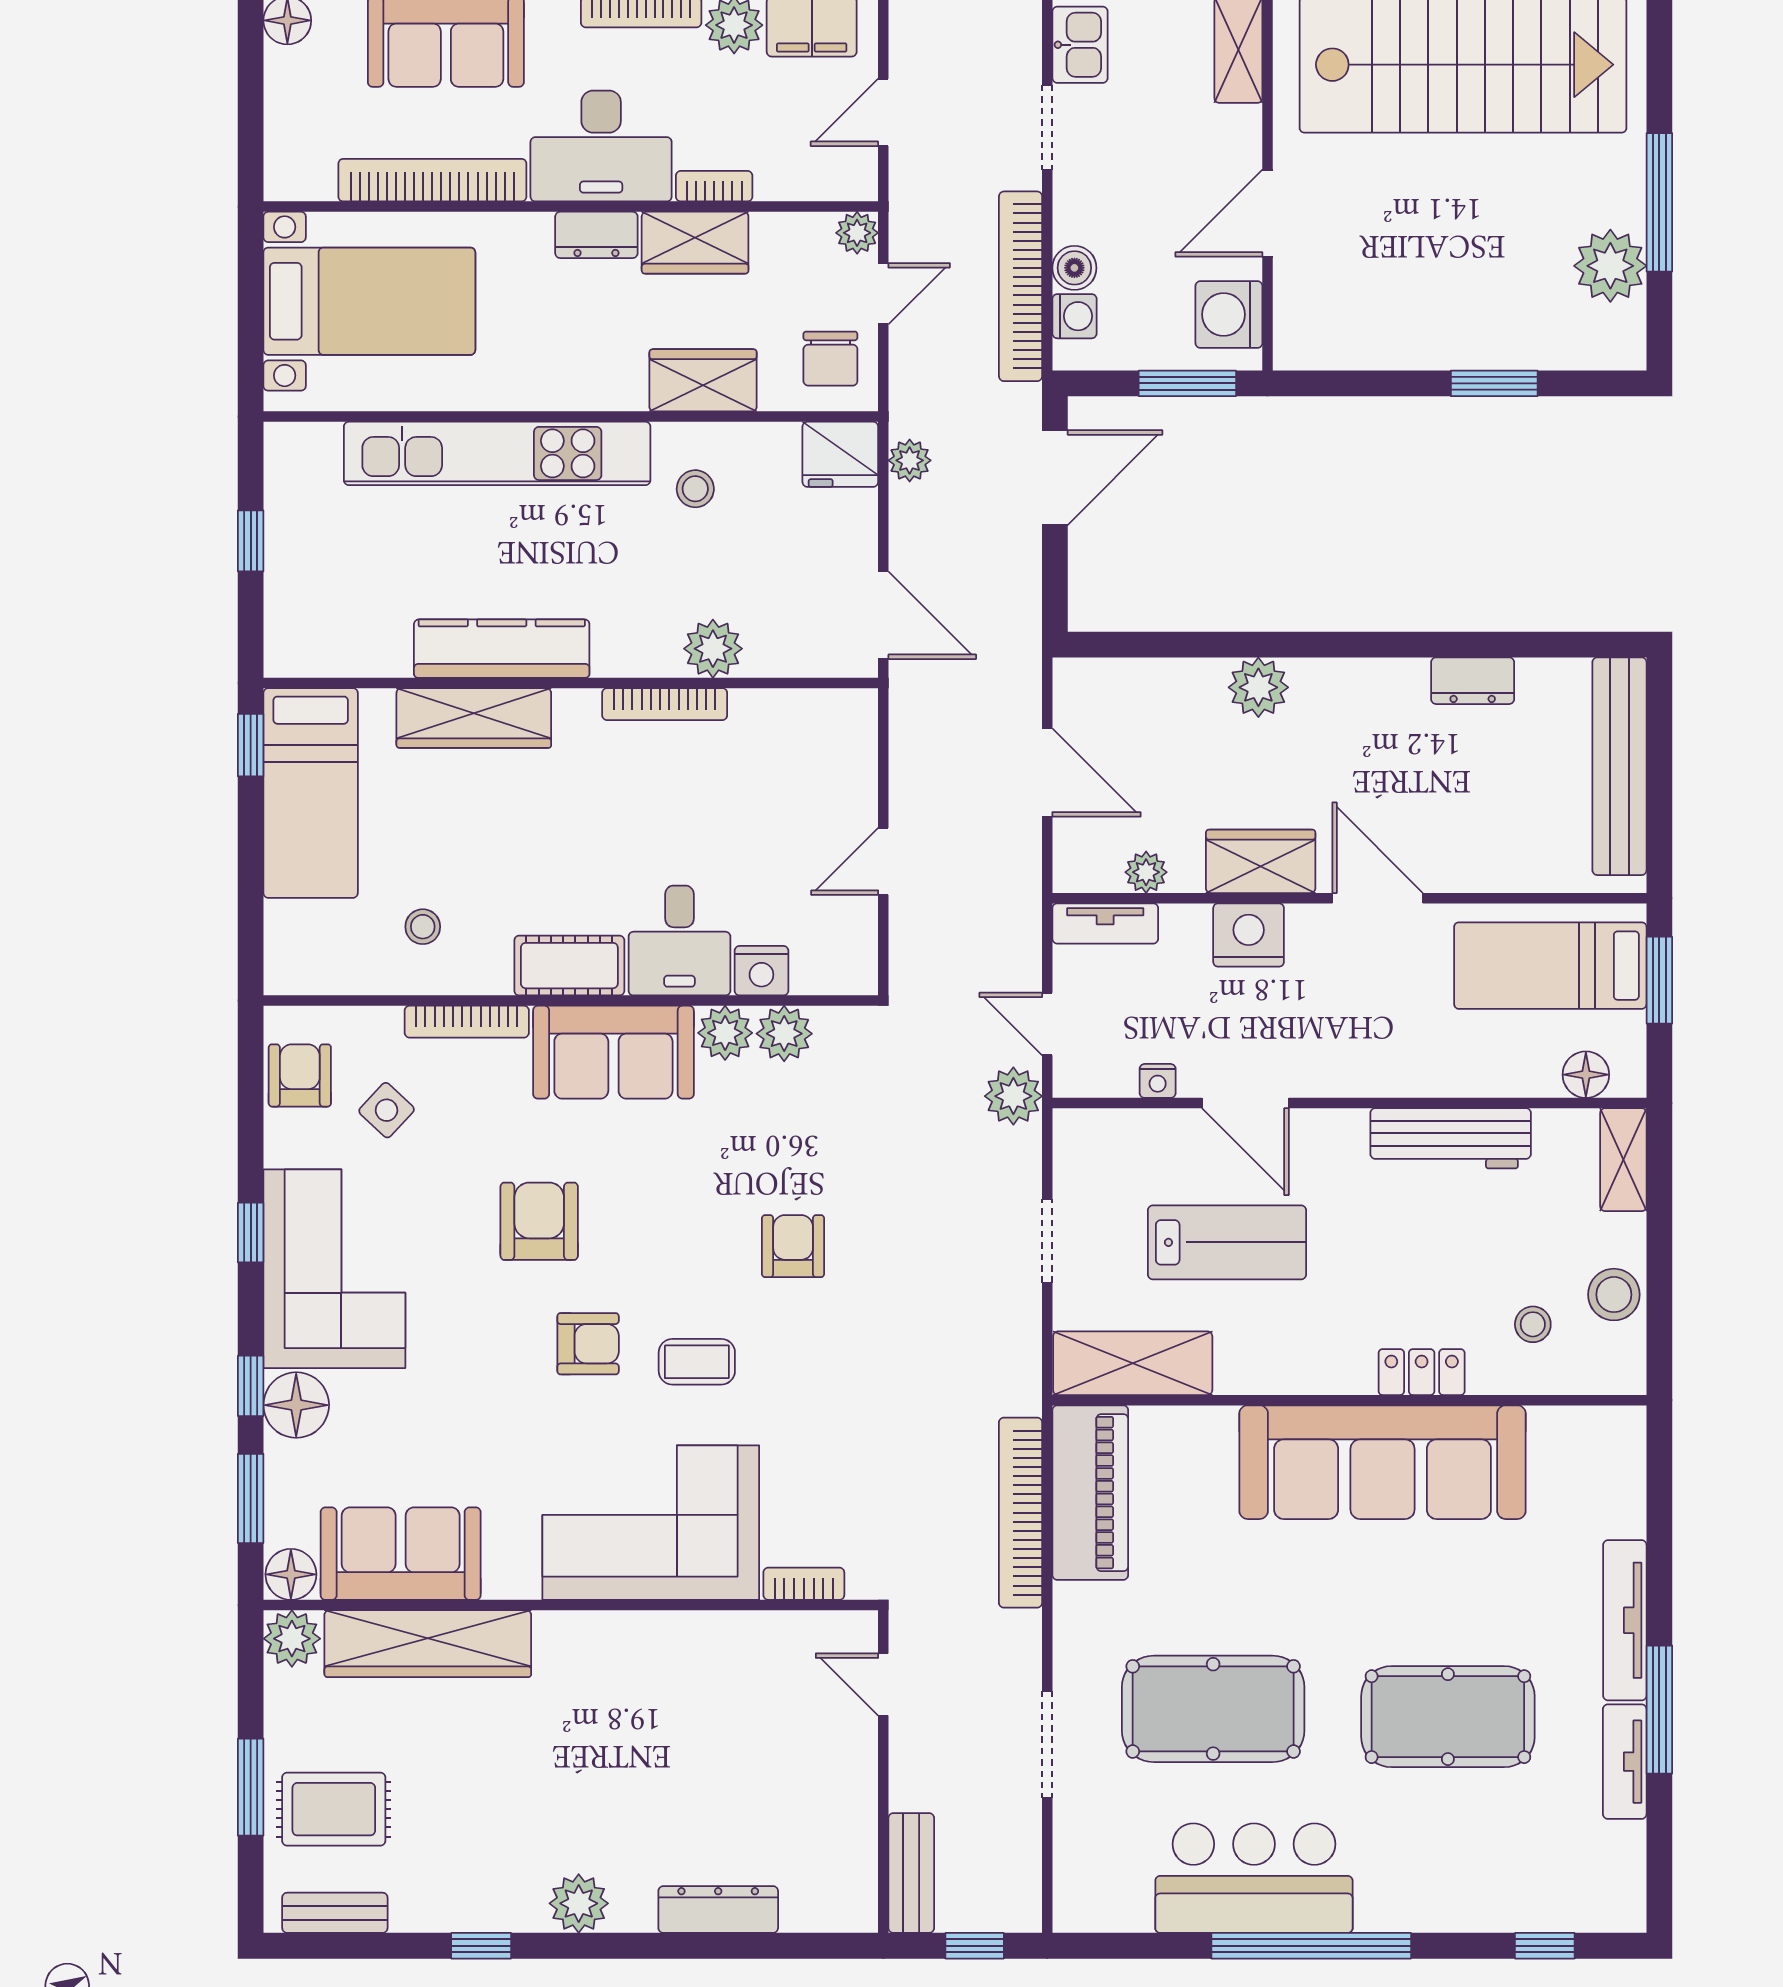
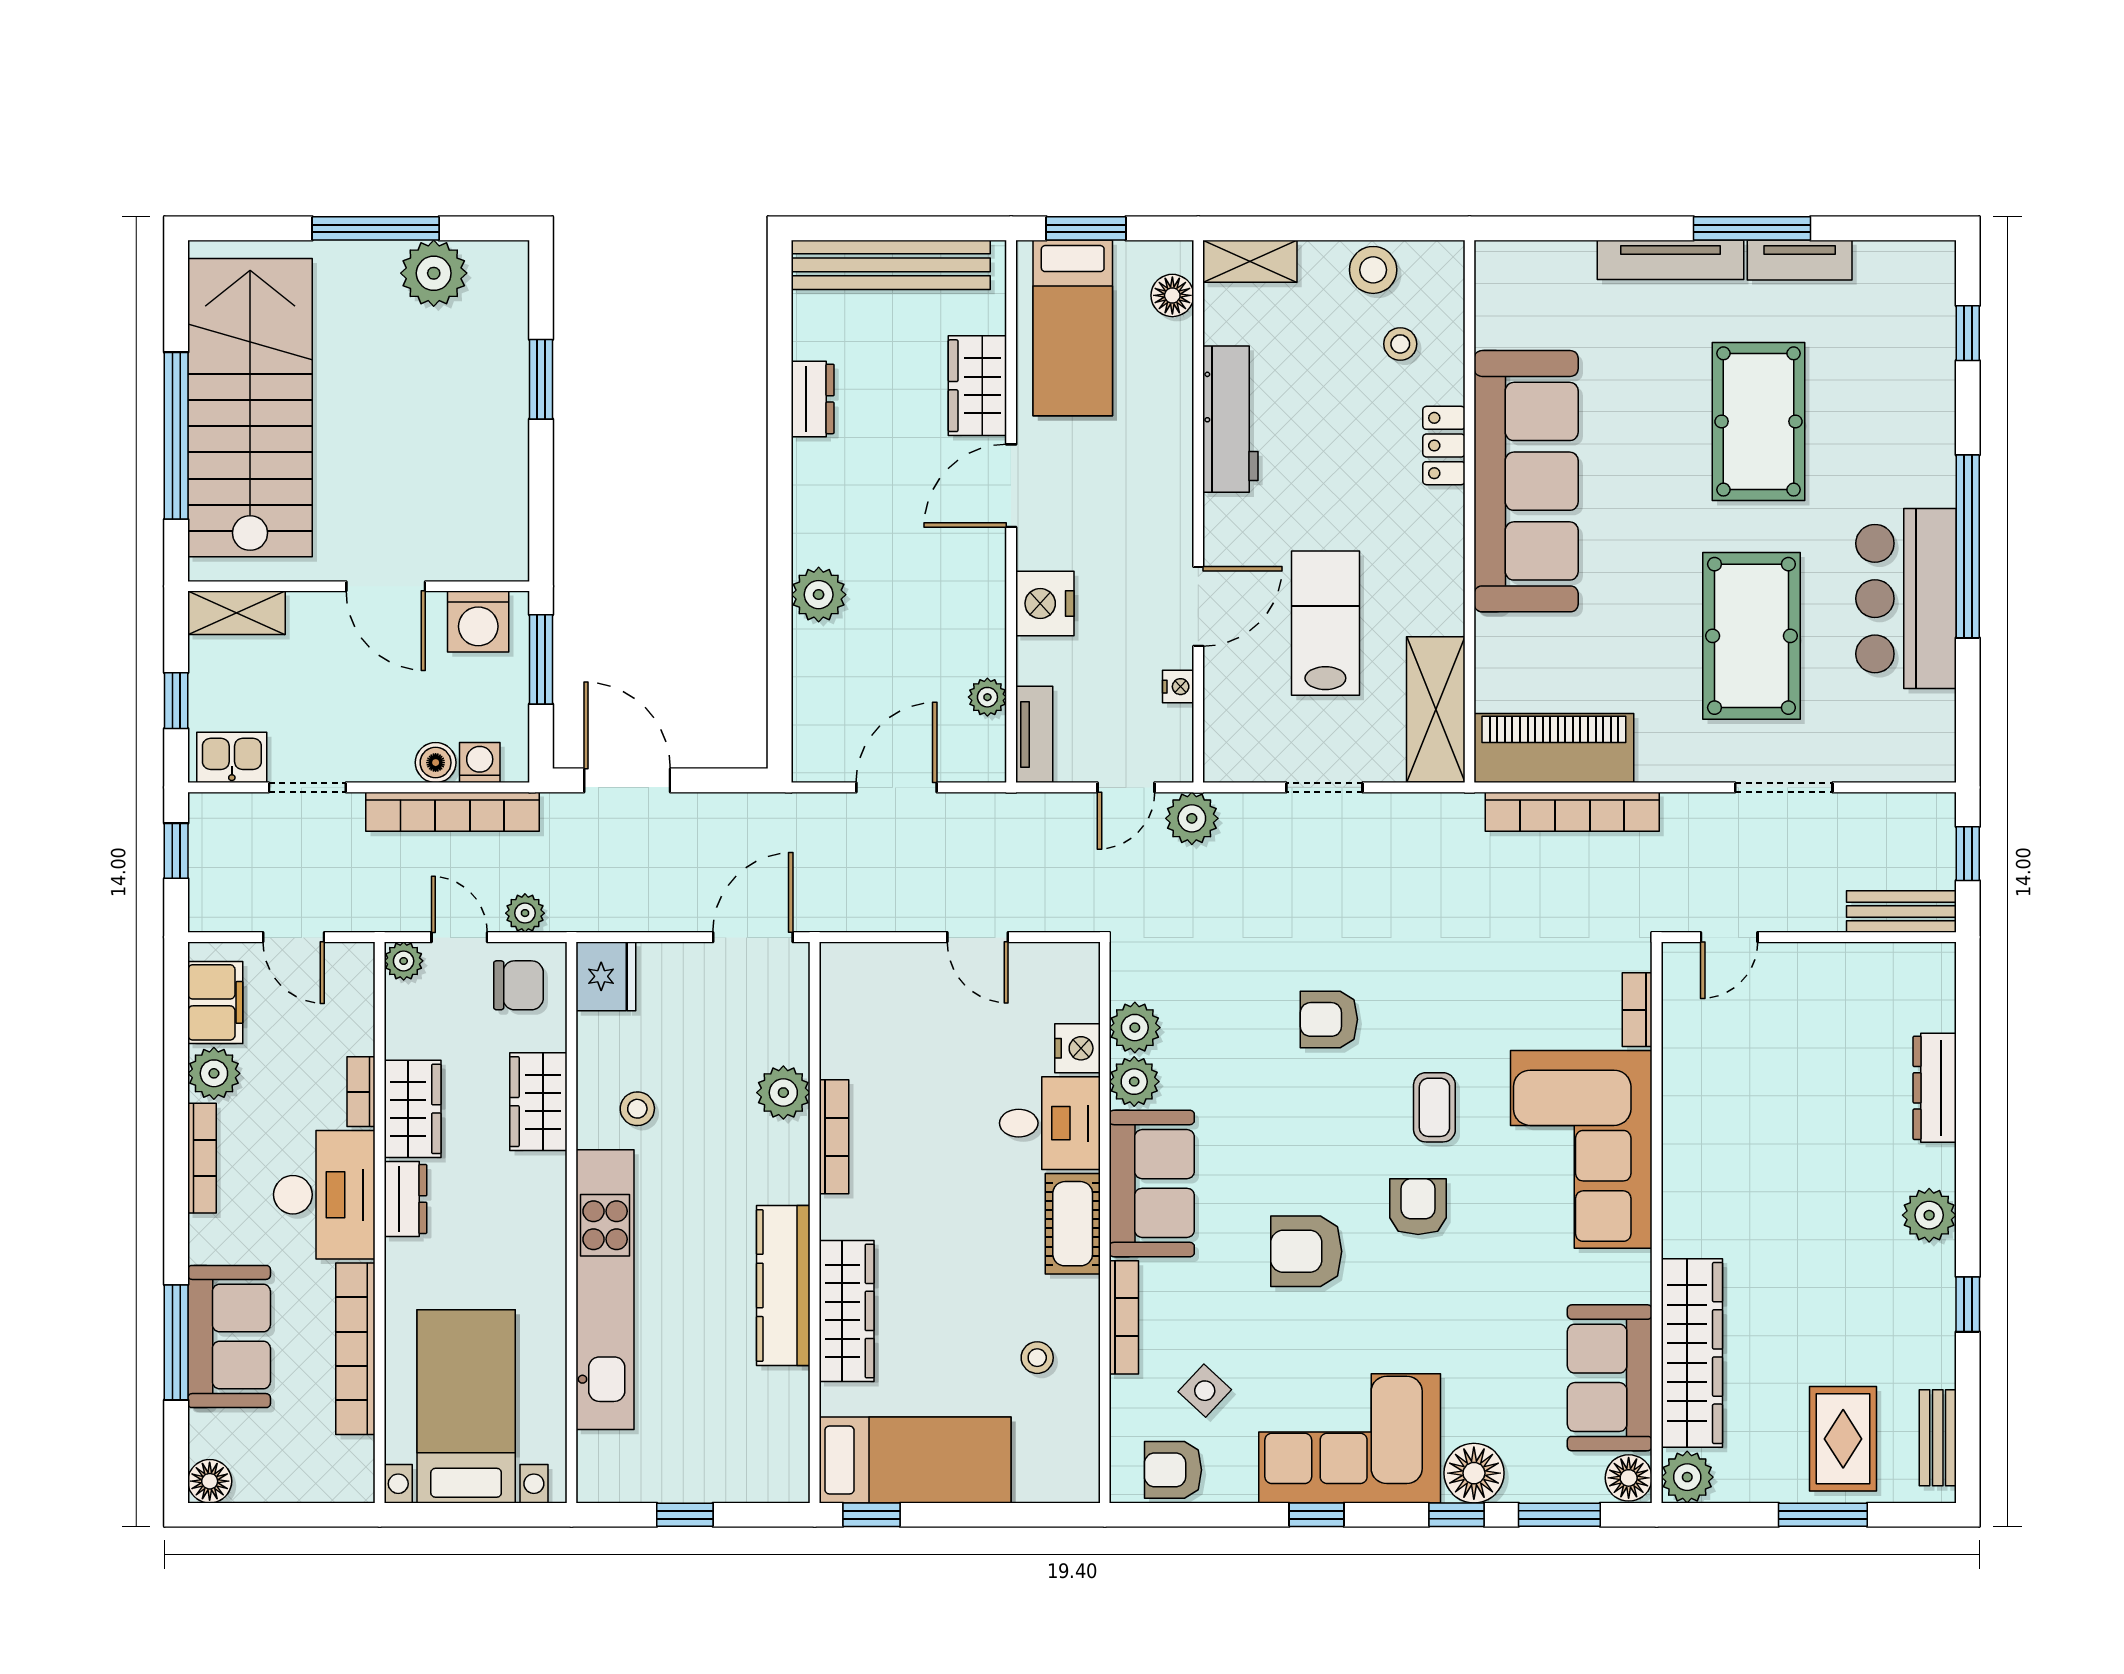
plant: (910, 460) -> (525, 913), moved
wardrobe: (1261, 861) -> (977, 386), moved

